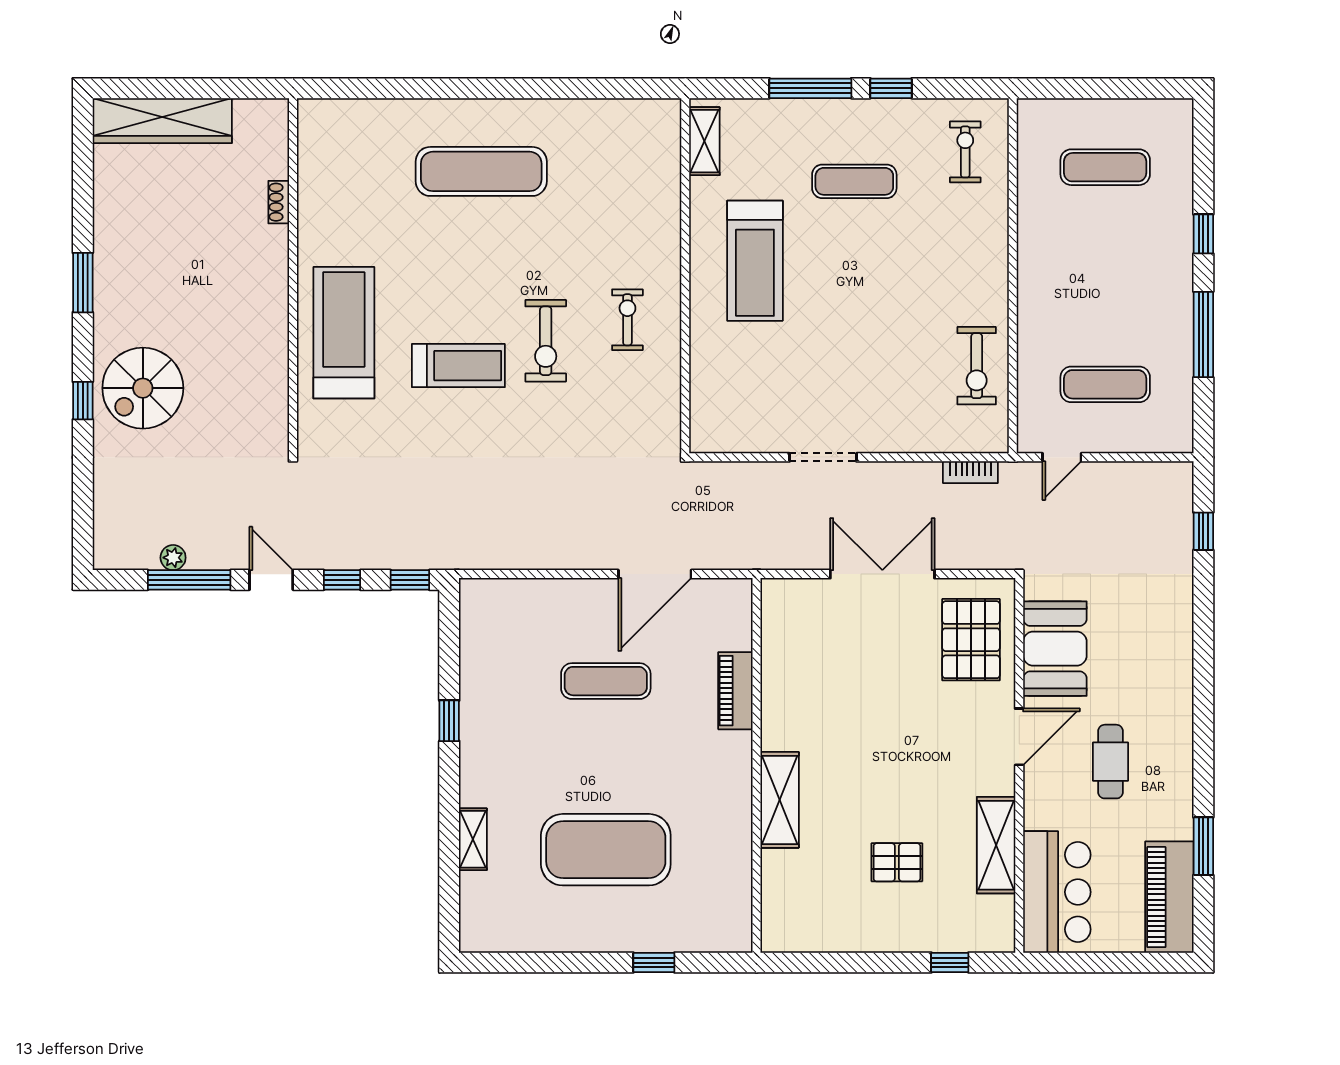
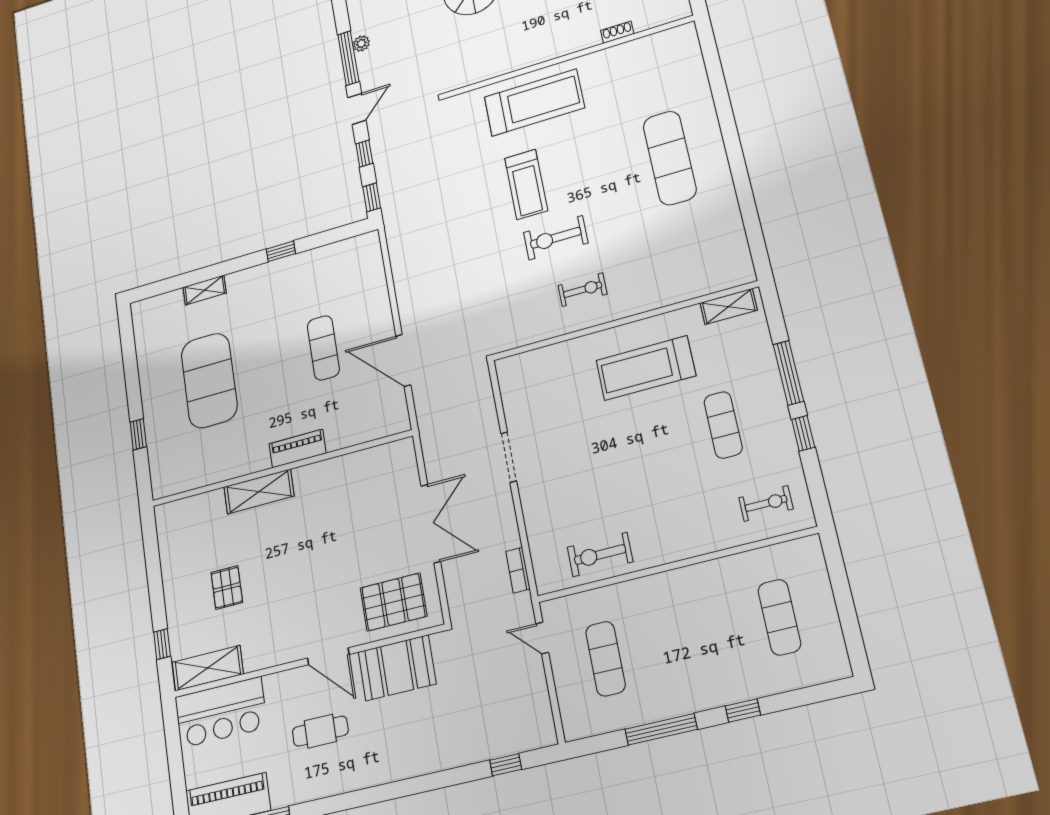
piano: (735, 691) -> (298, 449), moved
shelving: (996, 845) -> (208, 668), moved

